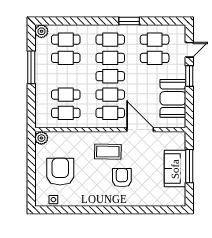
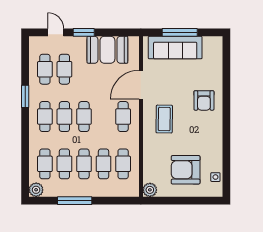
cafe table: (110, 95) -> (84, 164), moved
sofa: (175, 169) -> (175, 48), width x1.36
armchair: (122, 178) -> (204, 100), moved, turned -90

